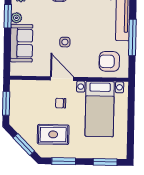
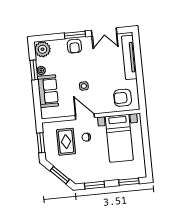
window: (132, 37) -> (139, 75), removed
rug: (53, 134) -> (66, 142), moved, turned 90

